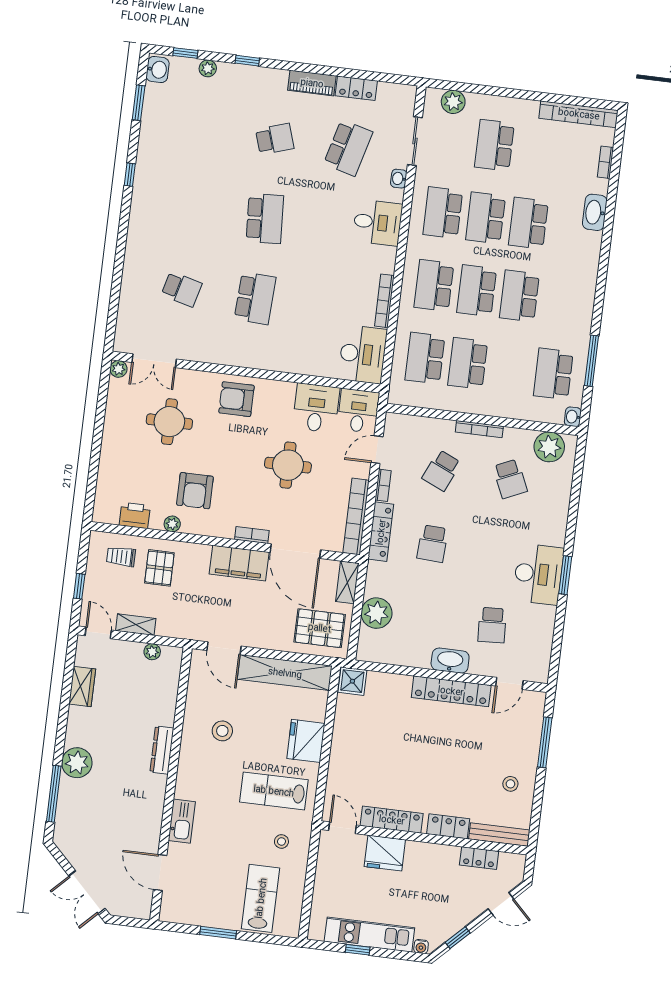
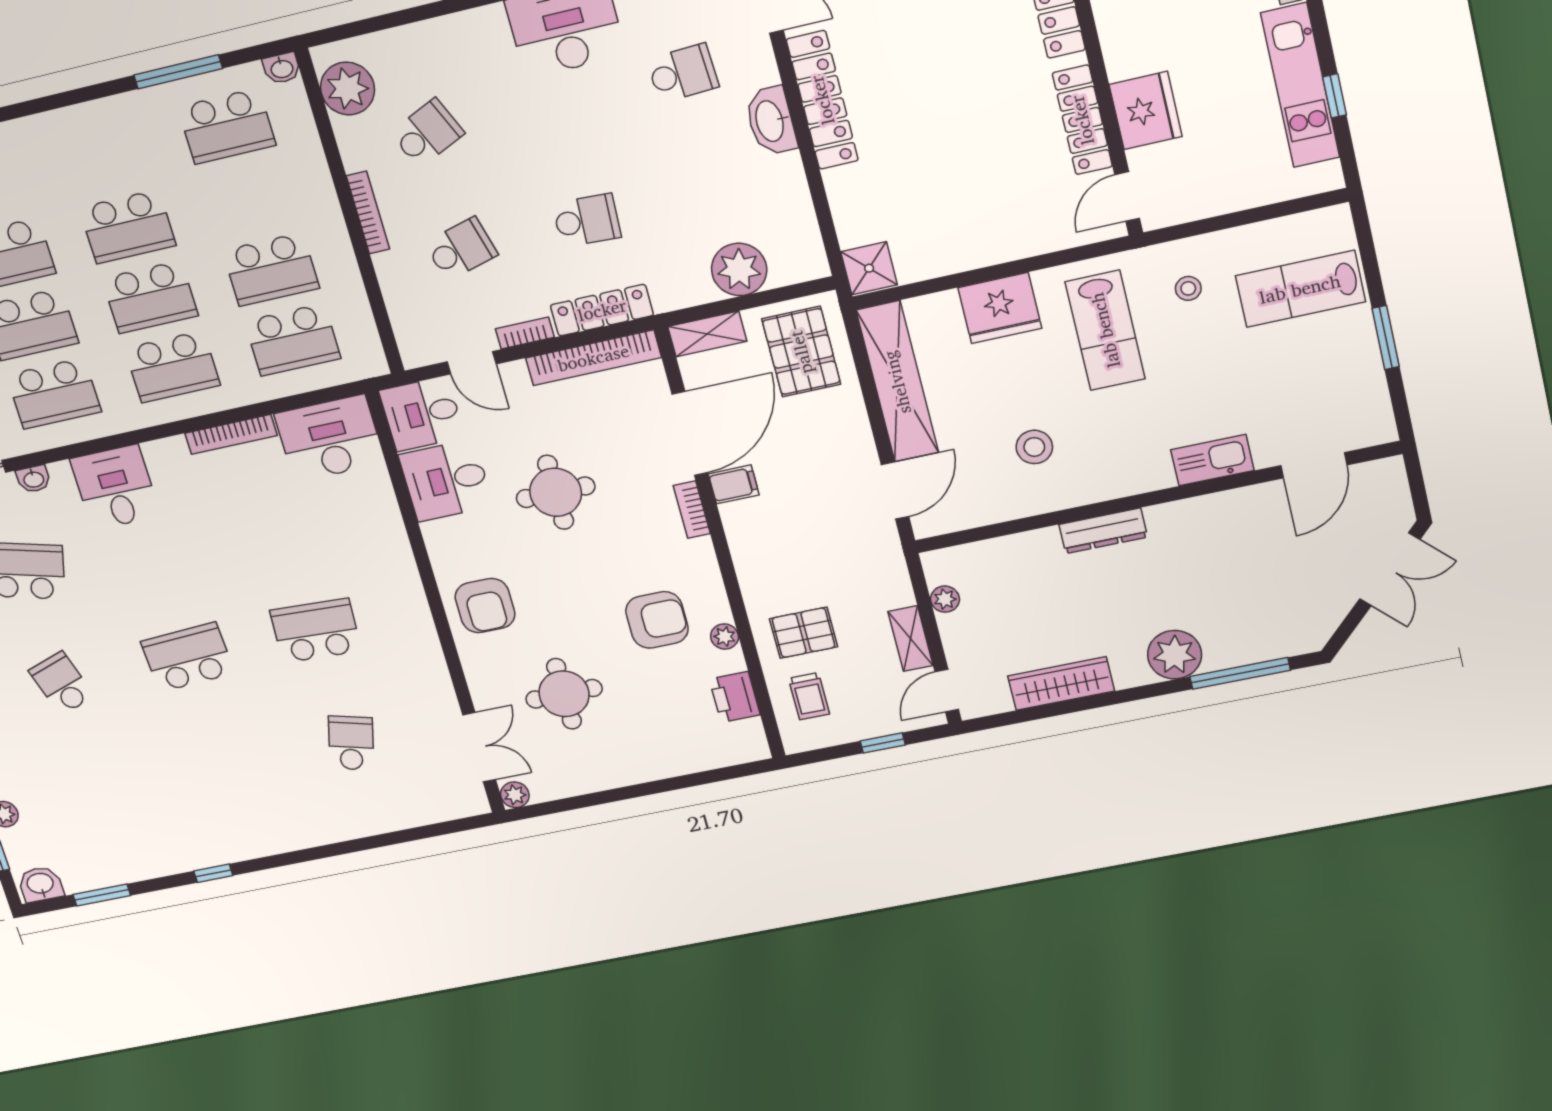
school desk: (441, 470) -> (461, 249), turned -39
filing cabinet: (239, 563) -> (734, 484), width x0.33, depth x0.86
wardrobe: (82, 687) -> (1061, 684), width x1.50

